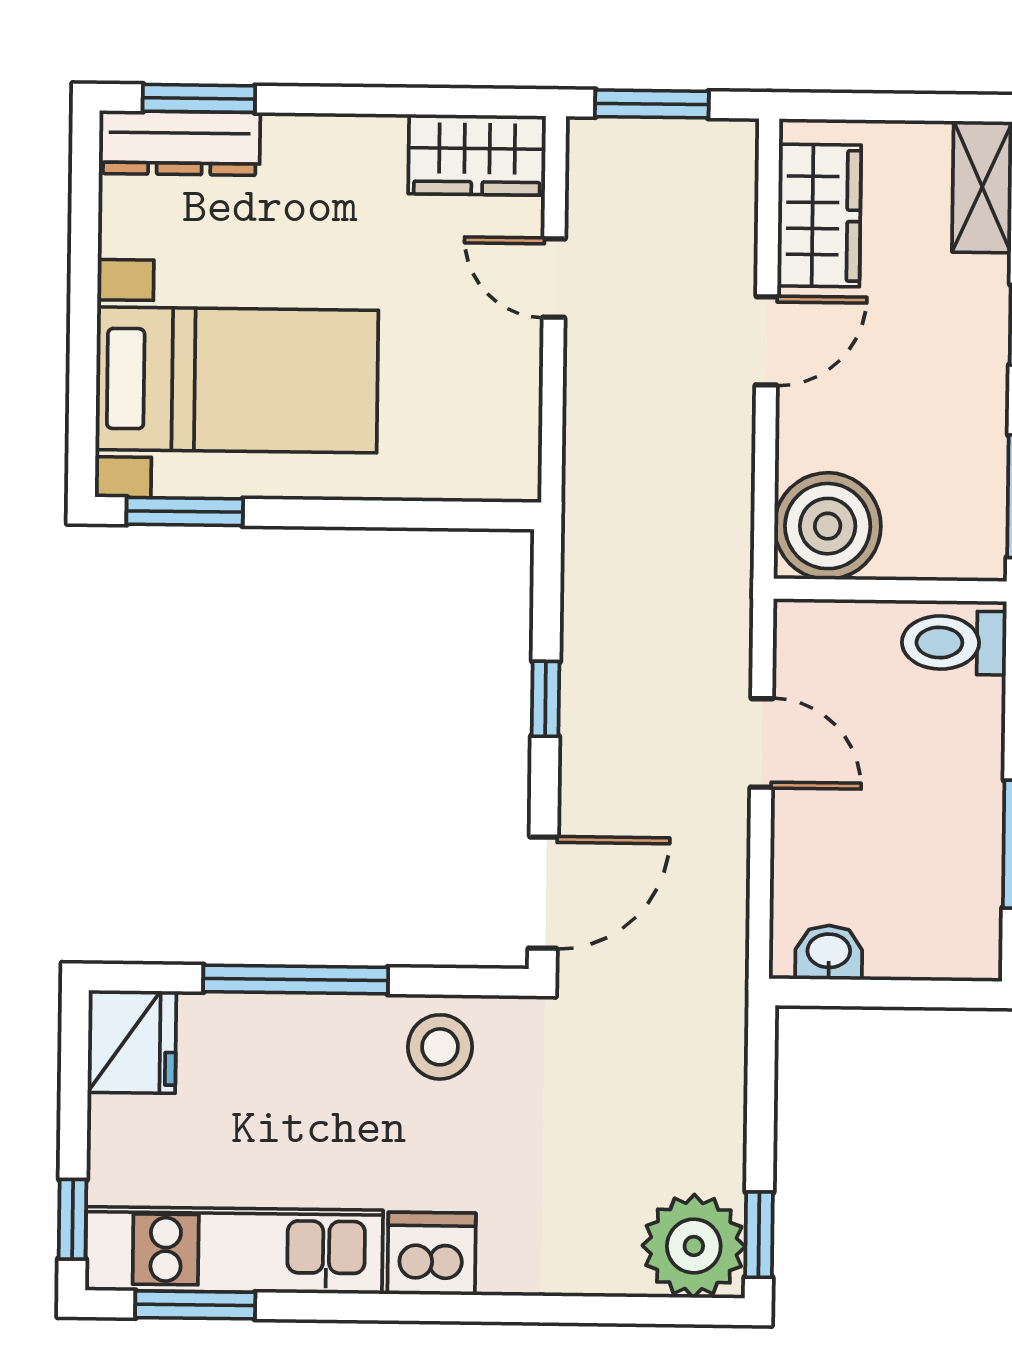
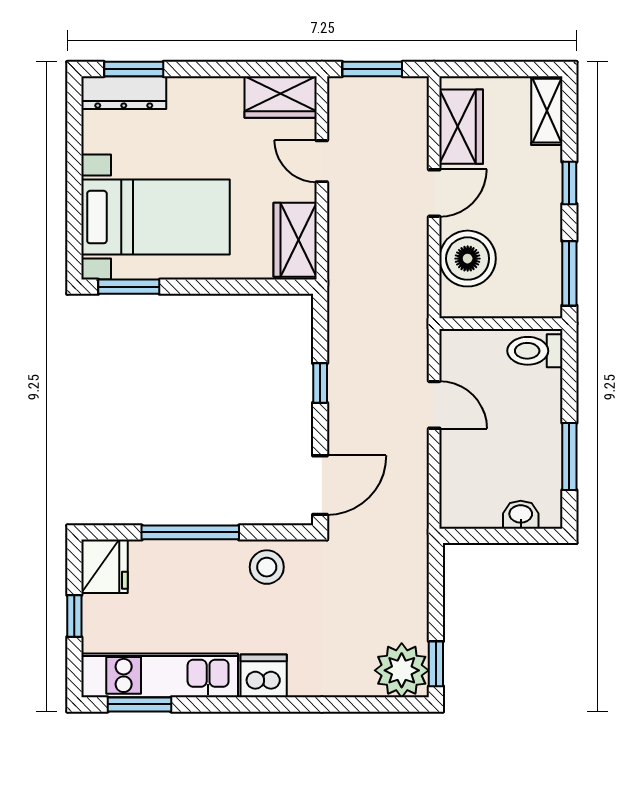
wardrobe: (501, 426) -> (295, 240), added
boiler: (828, 526) -> (468, 259), moved
washbasin: (829, 952) -> (521, 515), moved
window: (73, 1219) -> (74, 616), moved

